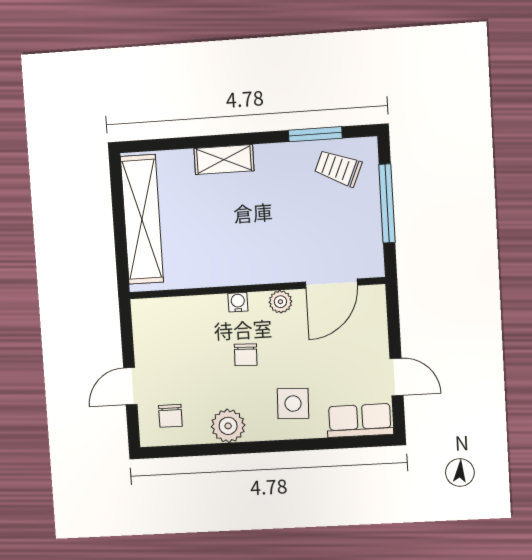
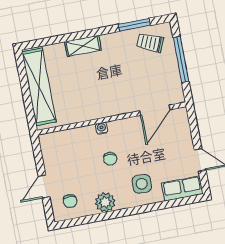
plant: (280, 302) -> (127, 125), removed

